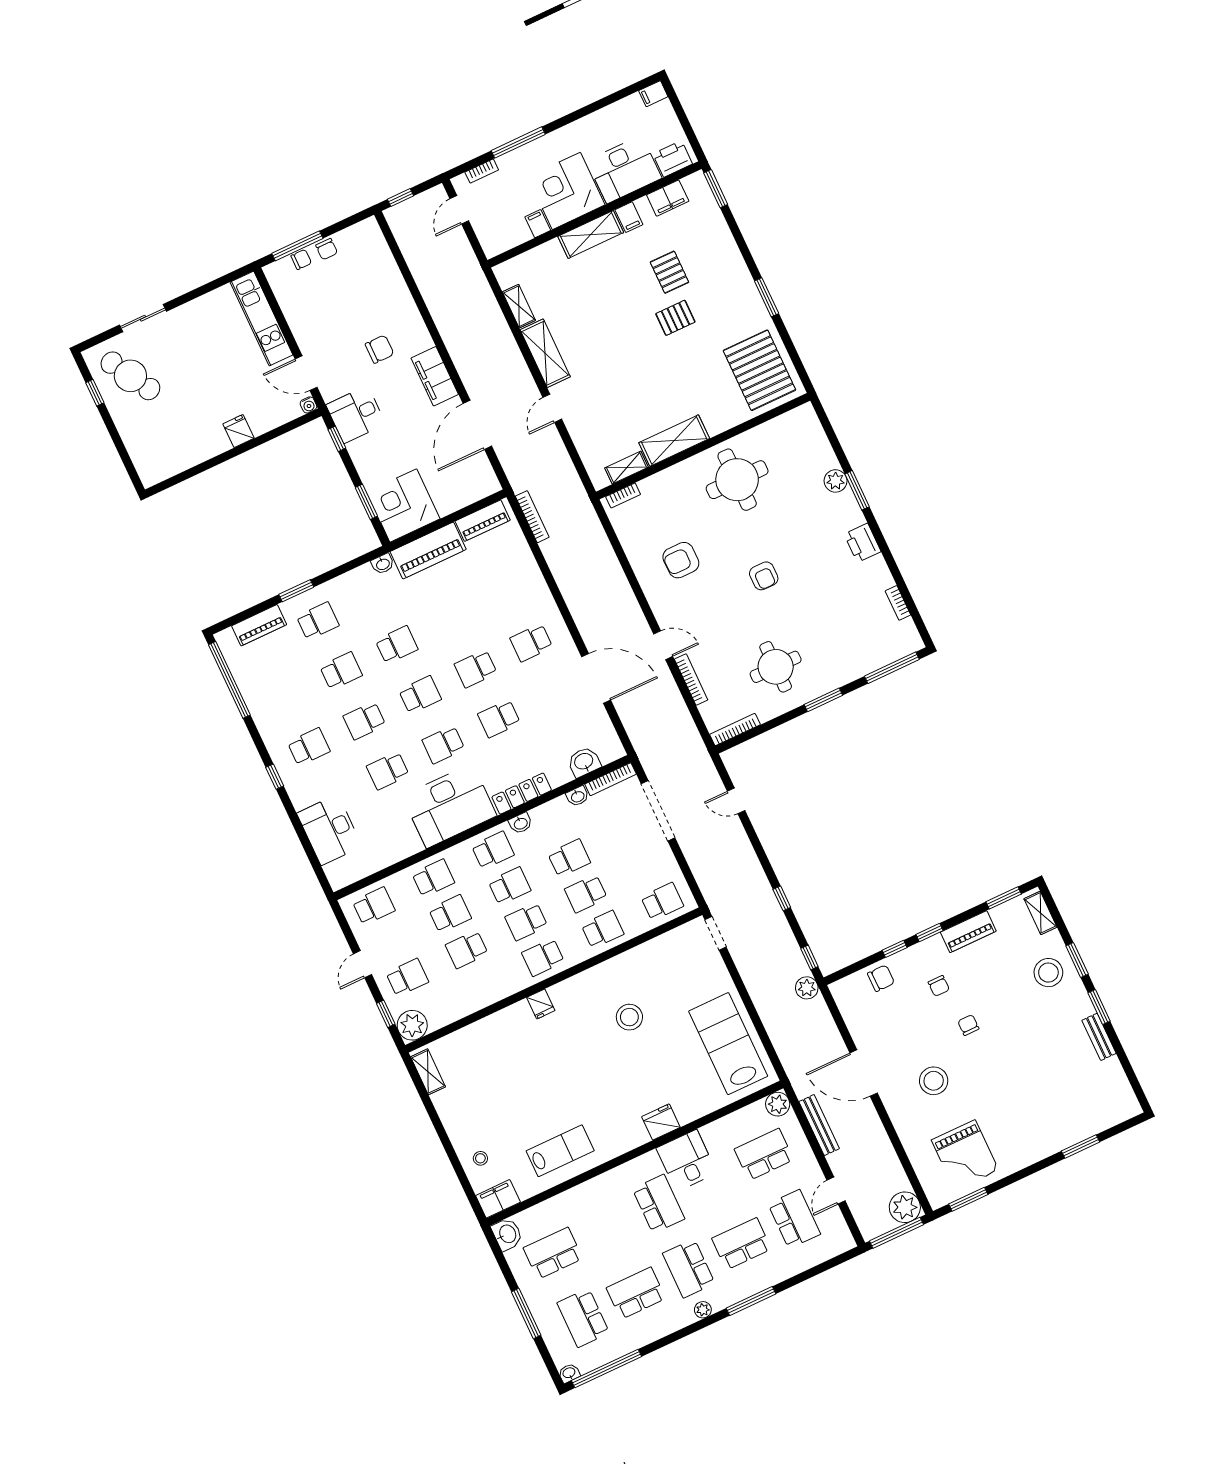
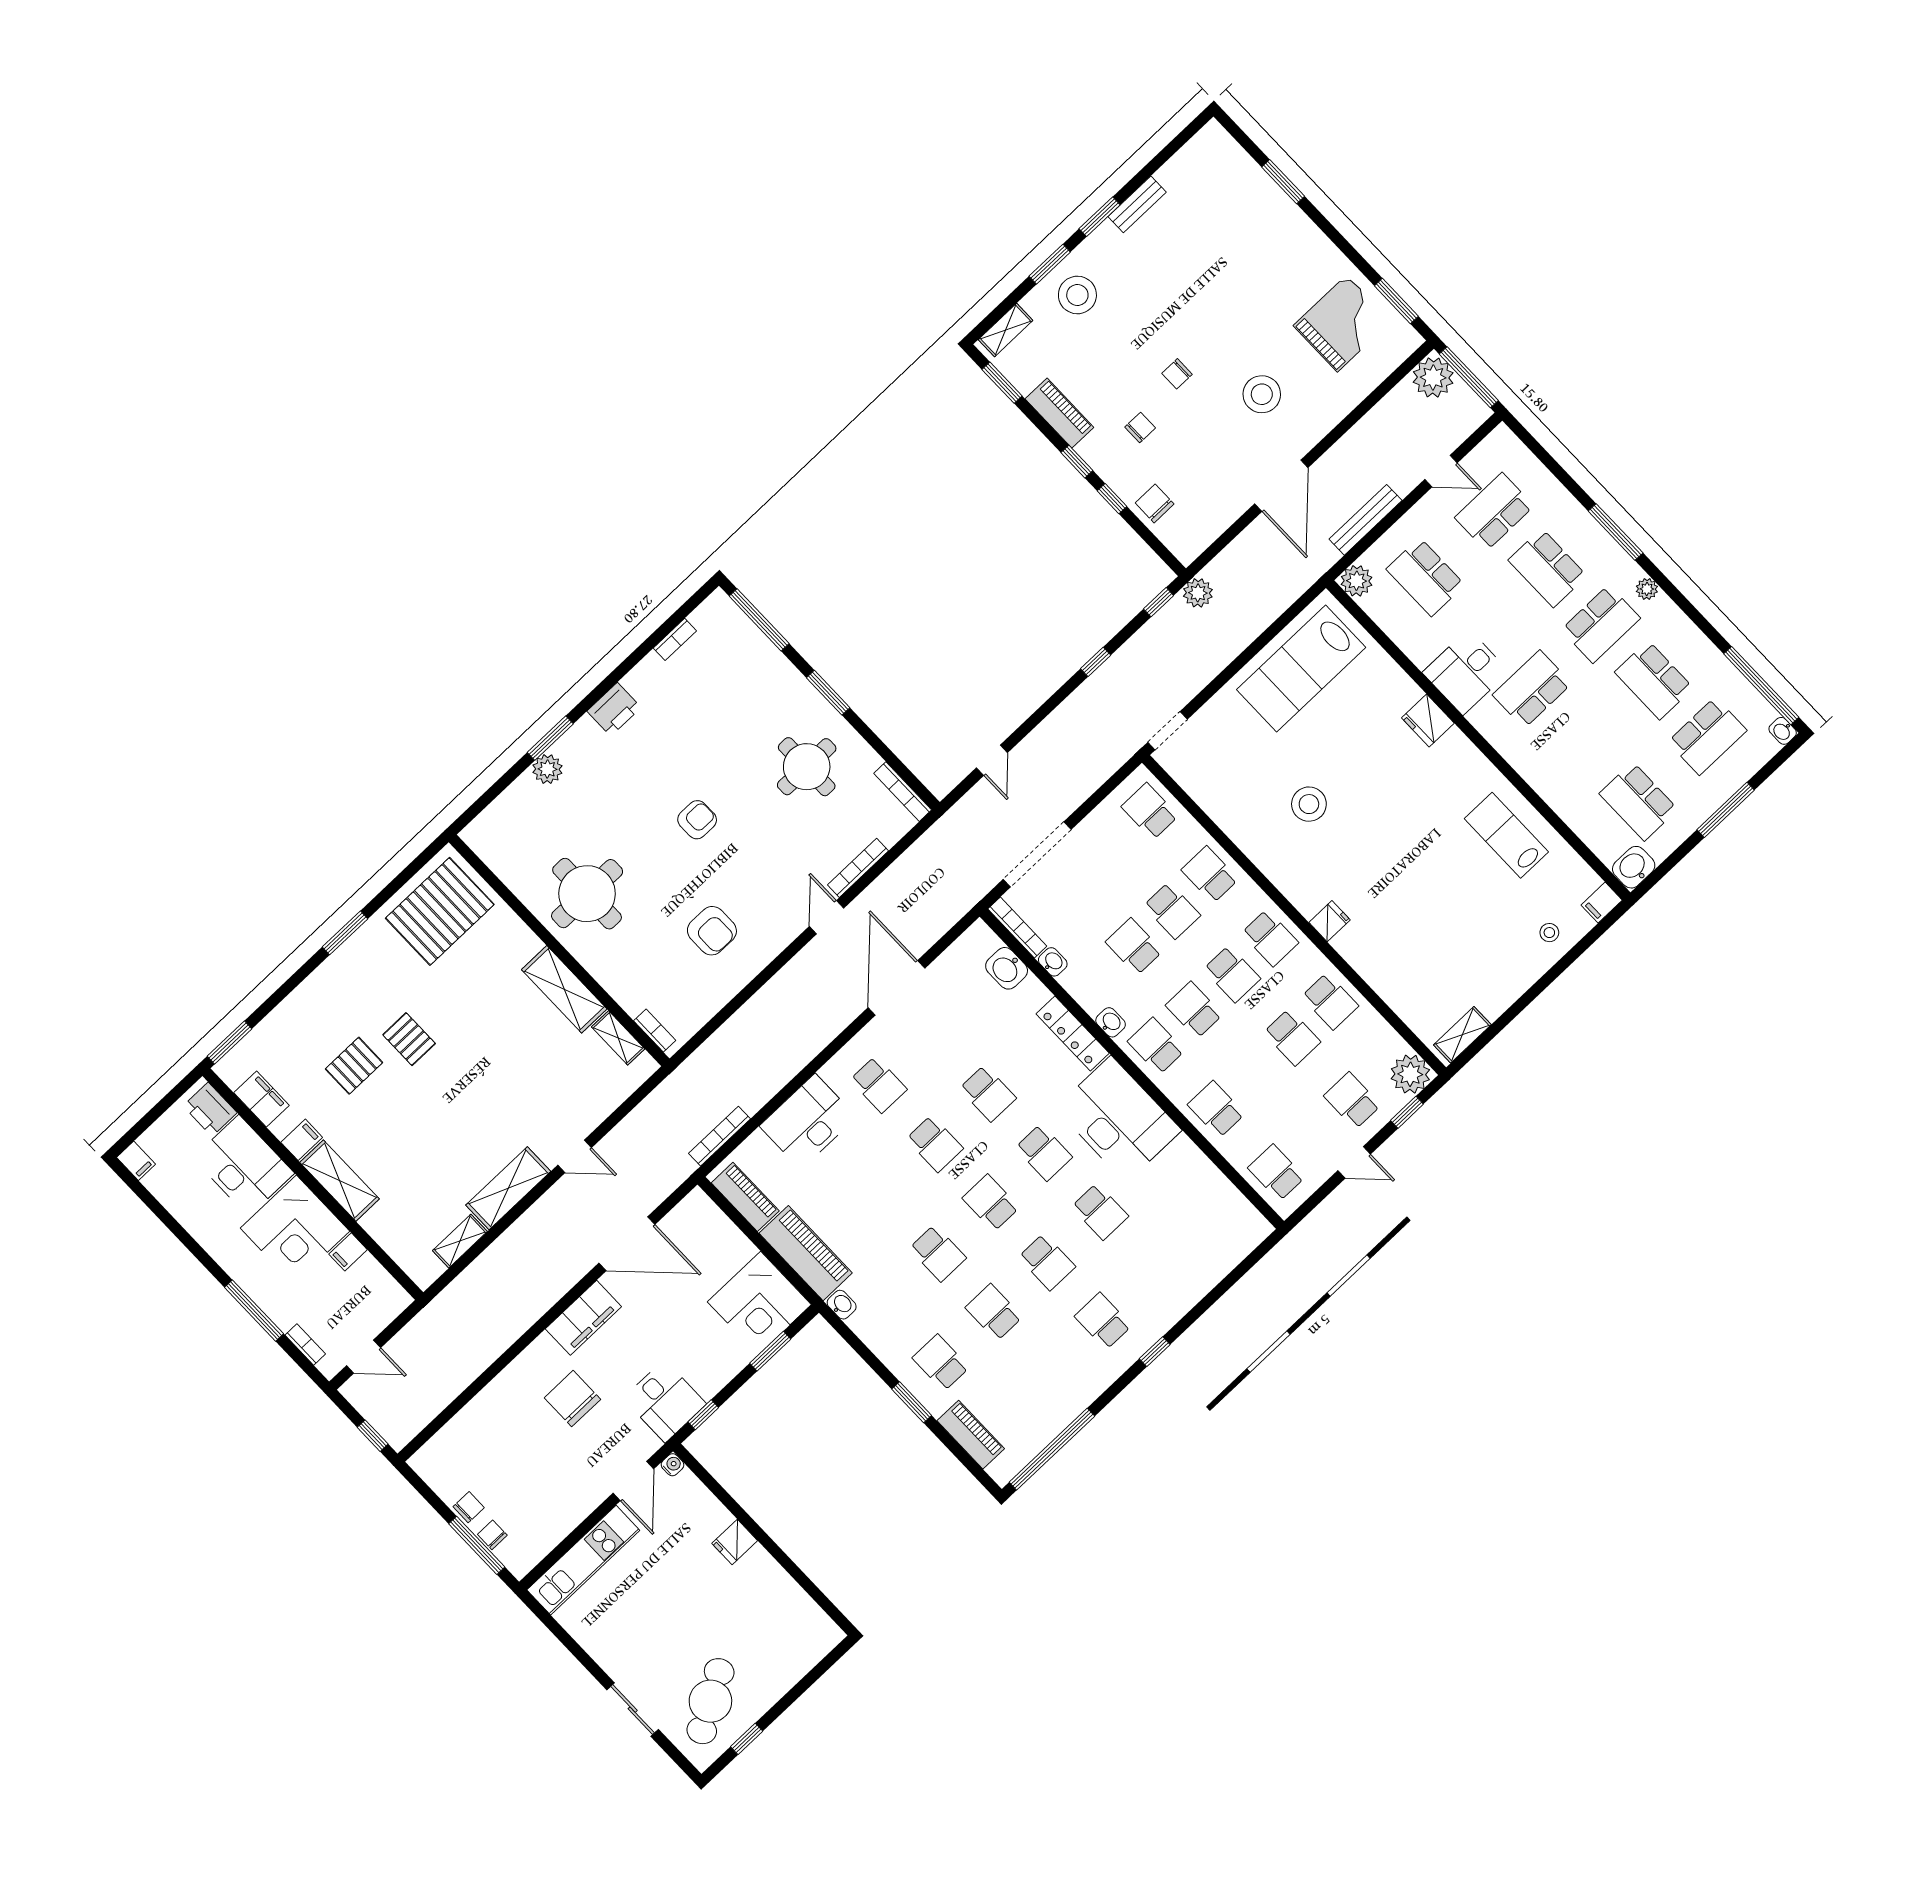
chair: (380, 349) -> (572, 1399), width x1.37, depth x1.37
school desk: (397, 645) -> (938, 1253), turned 180
desk: (329, 830) -> (808, 1122), moved, turned 180
school desk: (450, 914) -> (1330, 1001), moved, turned 180
filing cabinet: (498, 1199) -> (1602, 903), width x0.50

